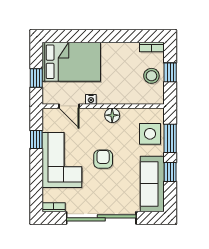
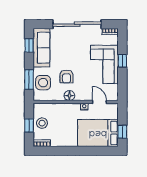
window: (36, 78) -> (122, 132), moved
window: (36, 139) -> (122, 61), moved
armchair: (103, 159) -> (66, 76), moved
window: (170, 172) -> (29, 45), moved

